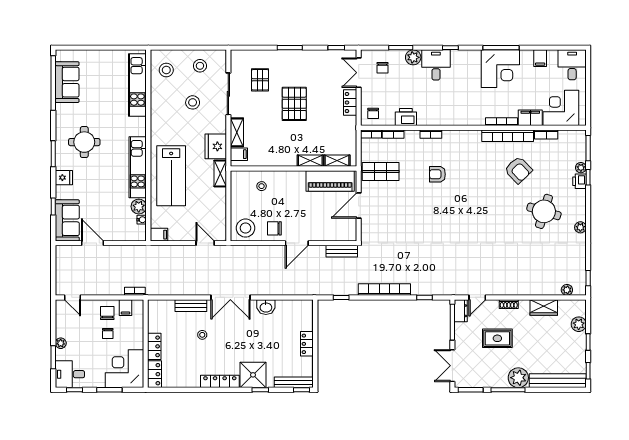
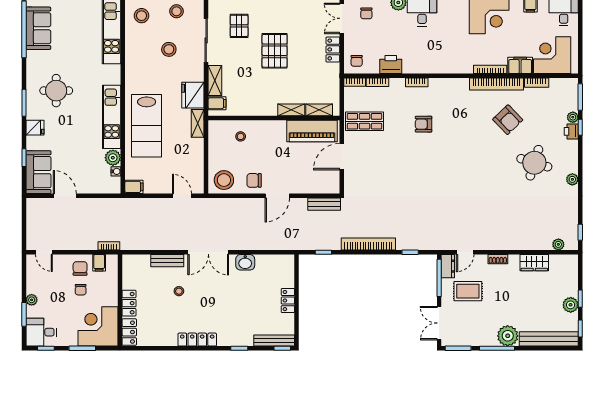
plant: (579, 324) -> (571, 305), moved
rug: (497, 338) -> (468, 291), moved
shower: (253, 375) -> (232, 333), removed

